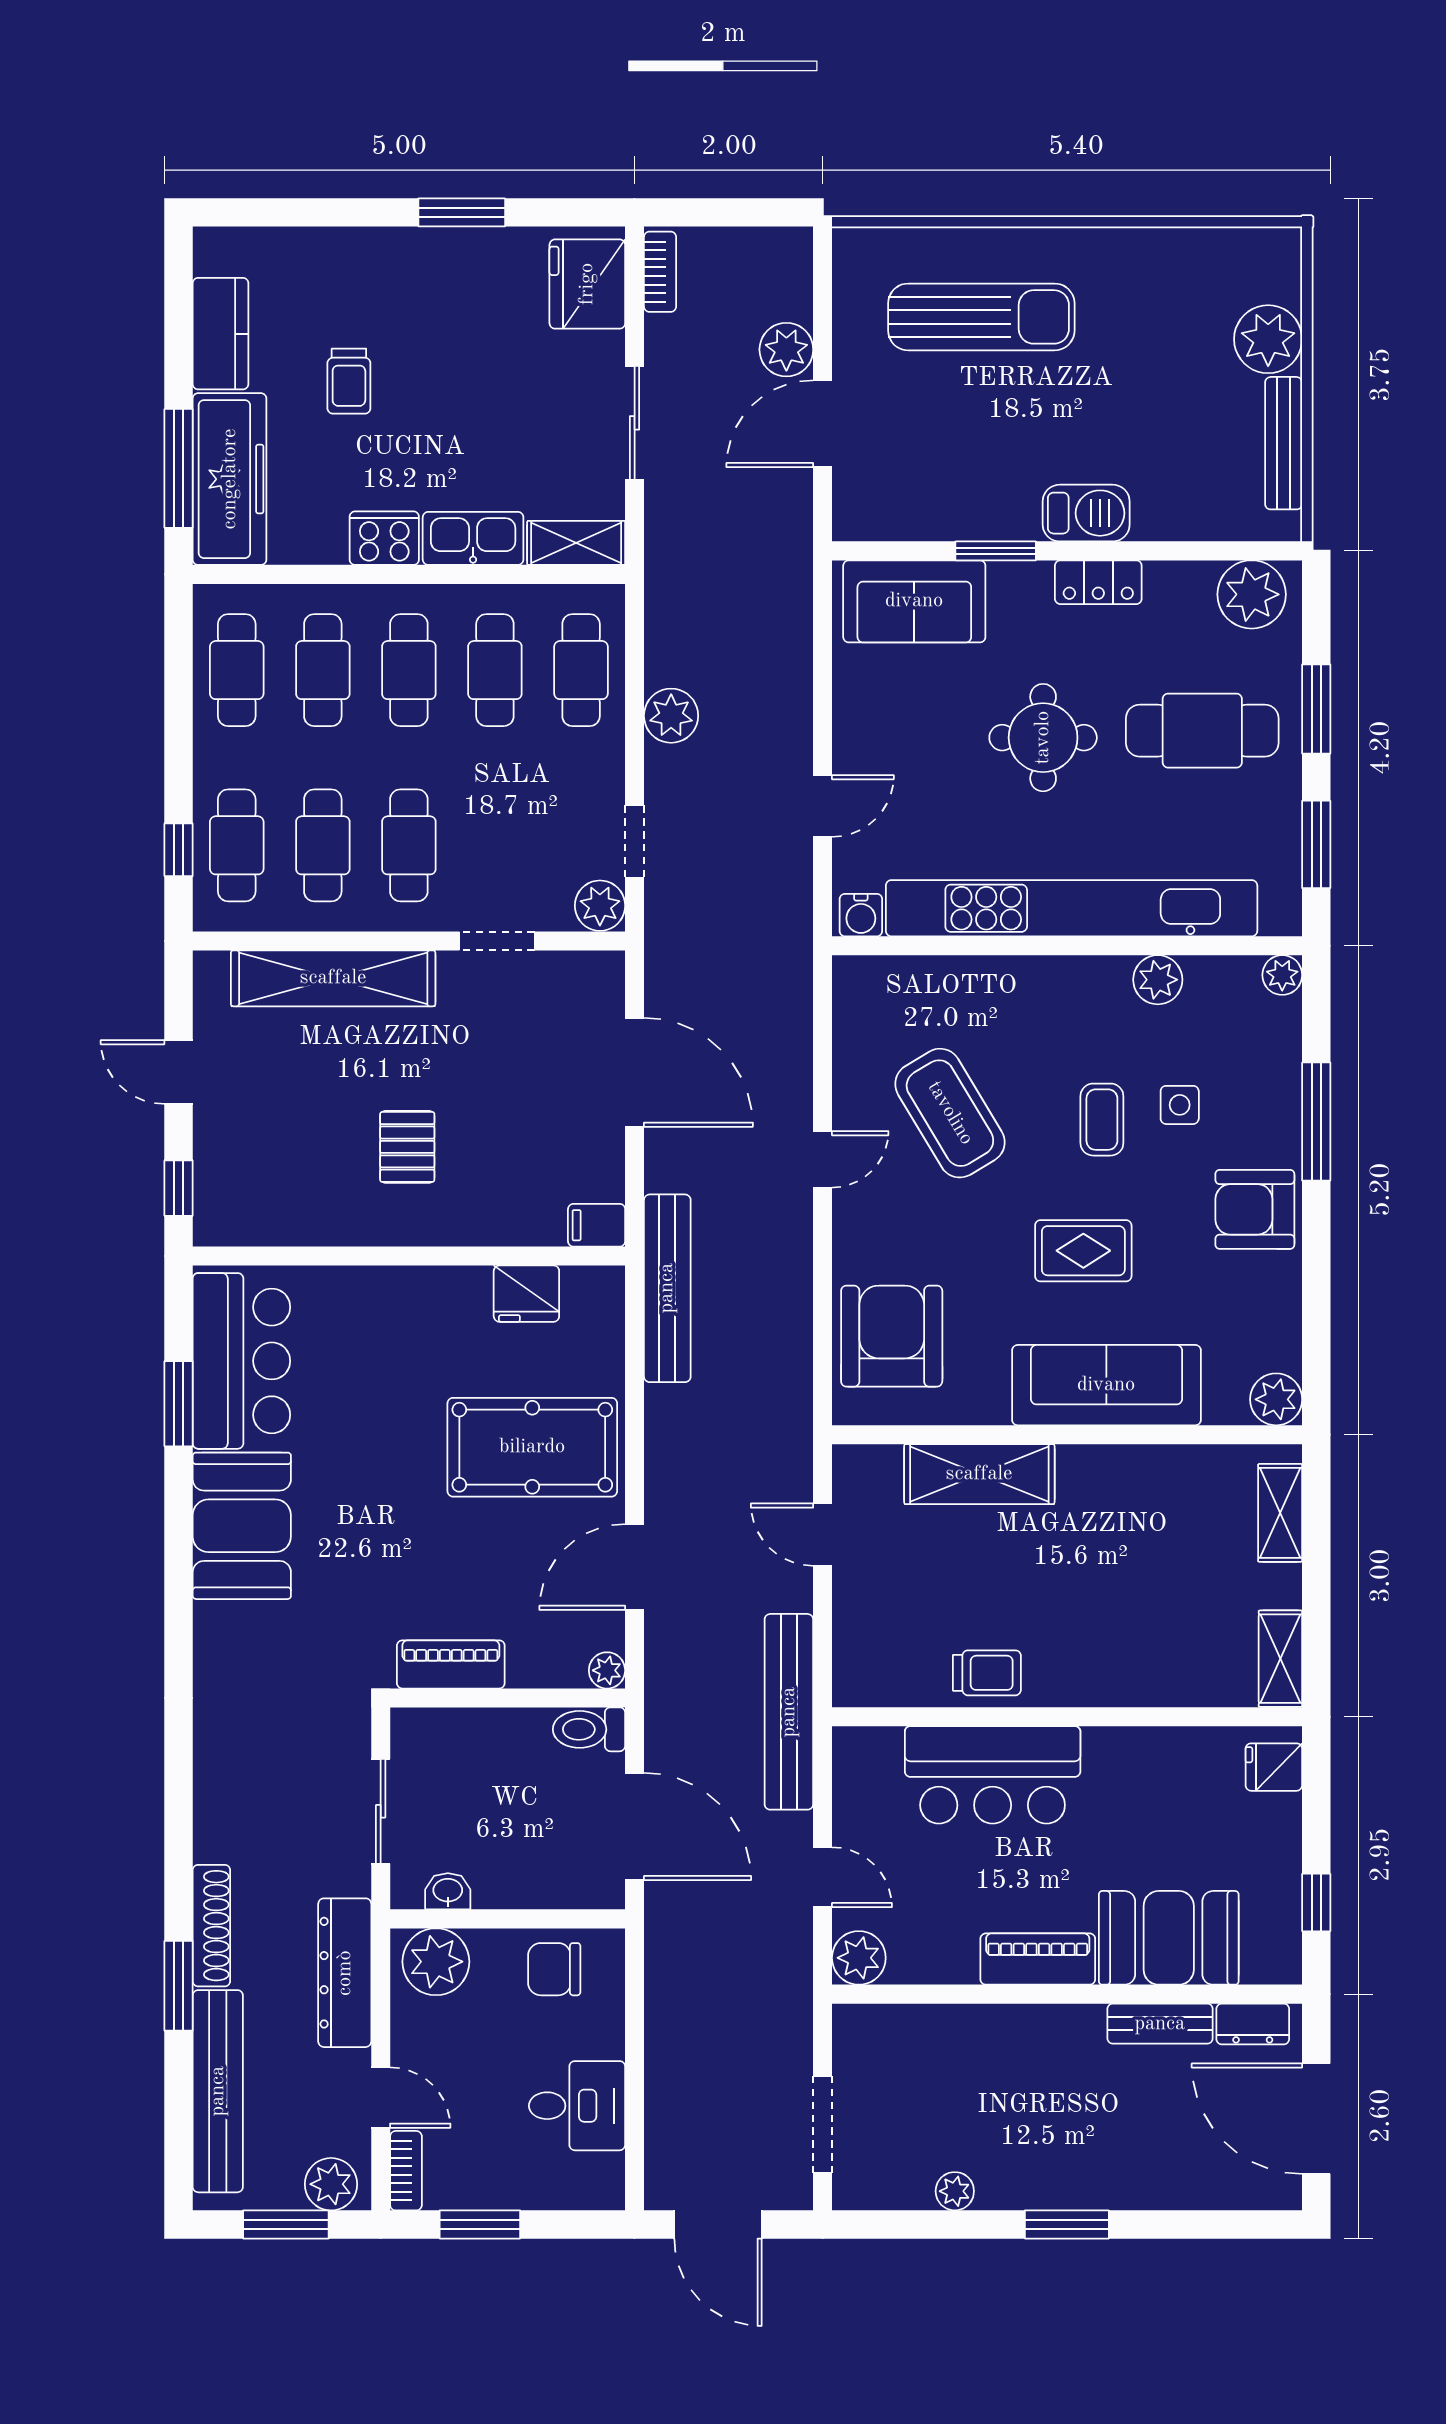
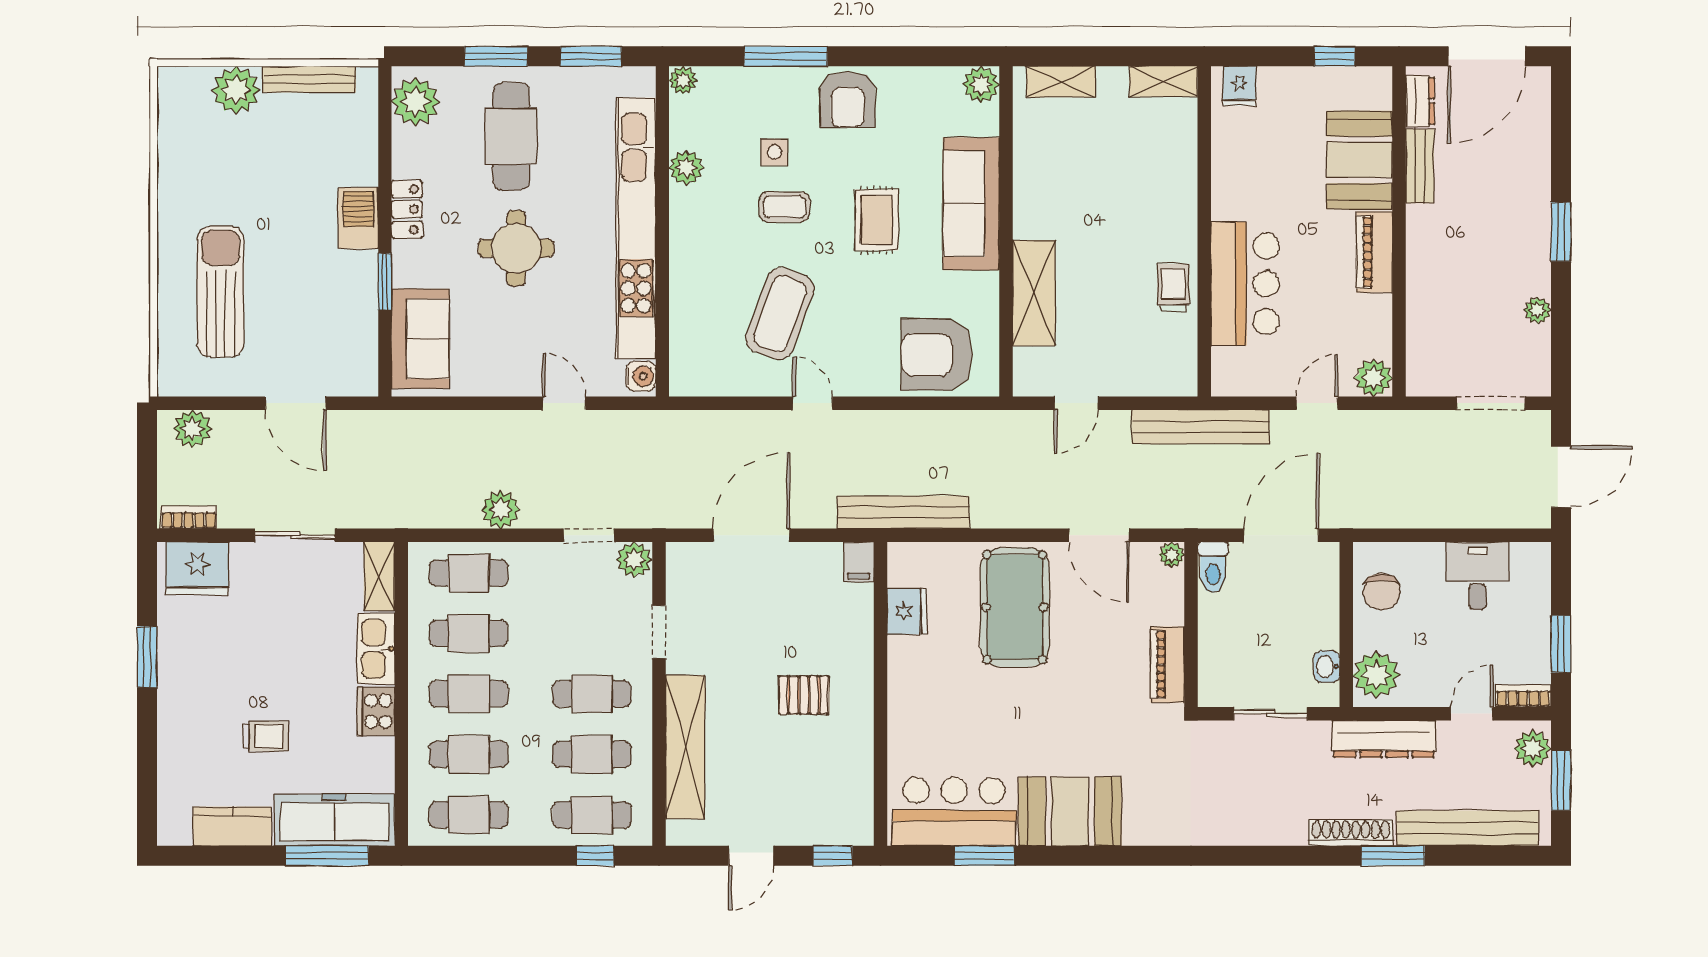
plant: (786, 350) -> (192, 429), moved
coffee table: (950, 1113) -> (780, 314), turned -39

